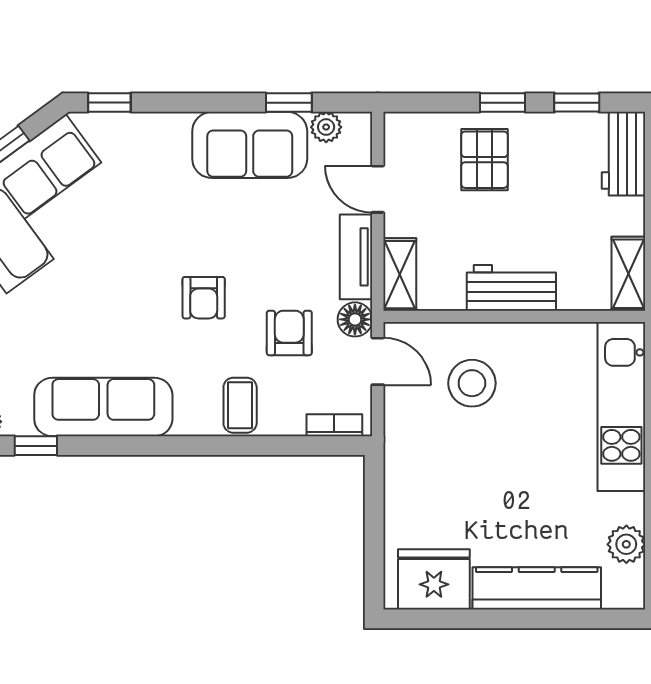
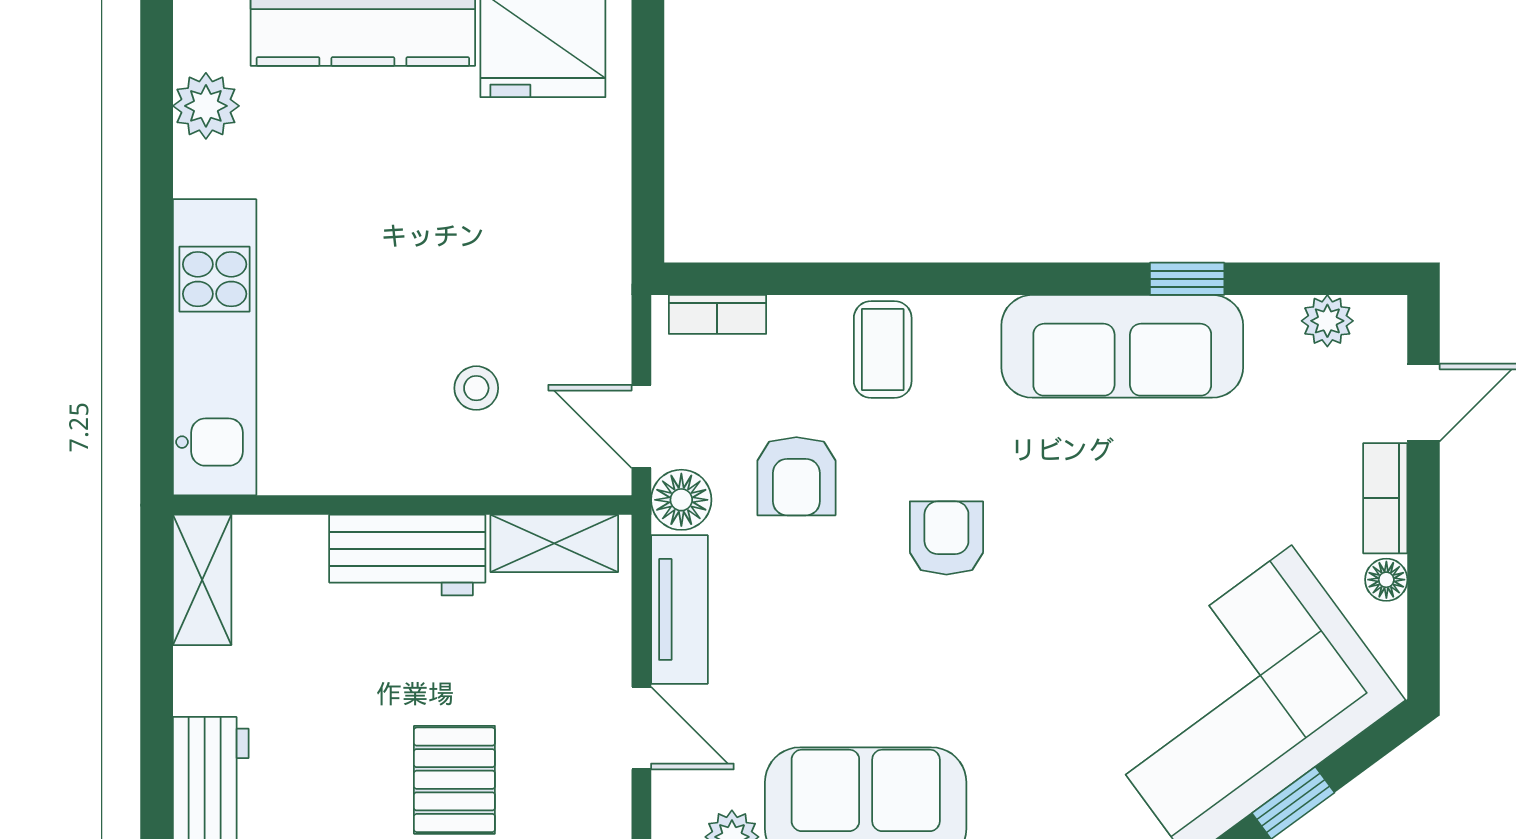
shelving: (400, 275) -> (554, 543), moved, turned 90
stool: (472, 383) -> (476, 388), width x0.53, depth x0.53
window: (36, 446) -> (1187, 279), moved

